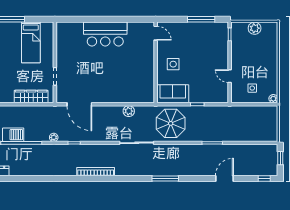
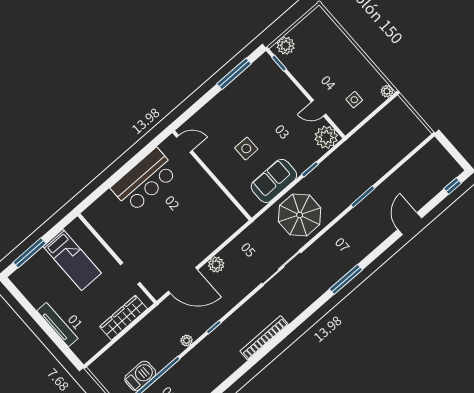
plant: (255, 28) -> (286, 46), moved
door: (156, 33) -> (184, 144), moved
wall: (156, 62) -> (212, 175), moved
plant: (220, 95) -> (326, 137), added
plant: (129, 111) -> (216, 265), moved
window: (280, 158) -> (451, 149), removed

